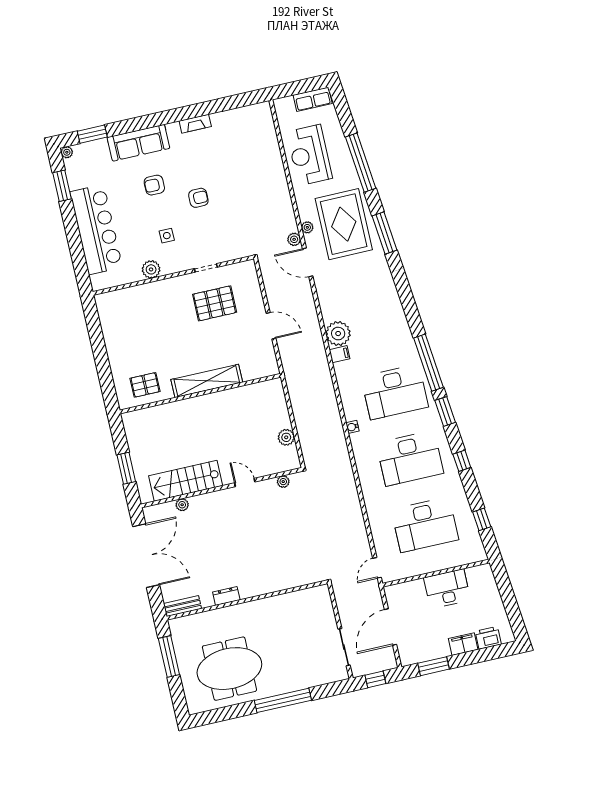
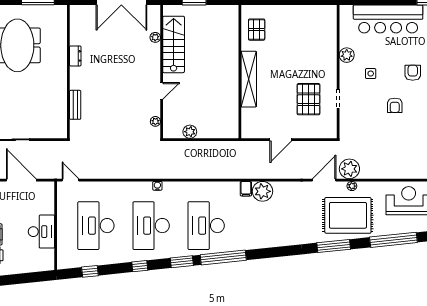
plant: (294, 239) -> (349, 169), width x1.88, depth x1.88
water cooler: (352, 427) -> (157, 186), moved
bench: (182, 606) -> (75, 105), moved

